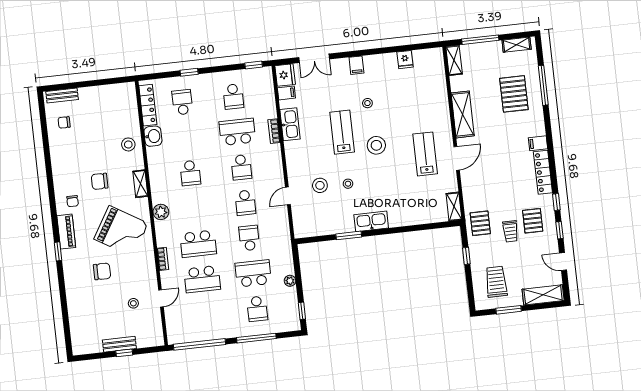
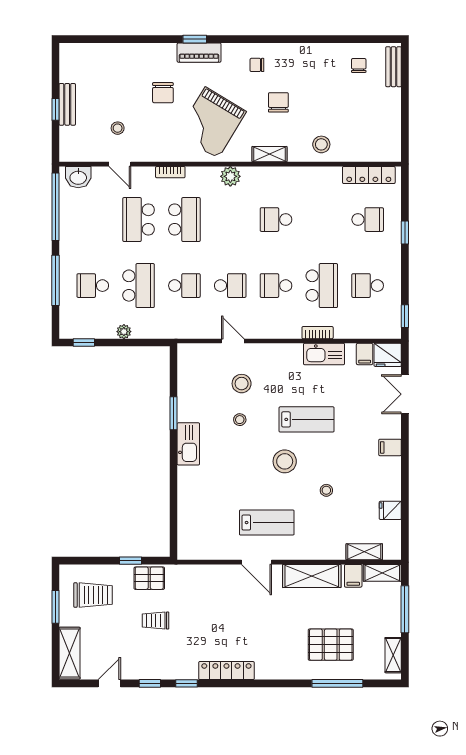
stool: (367, 103) -> (326, 490), moved
washbasin: (153, 136) -> (78, 177), moved
filing cabinet: (538, 143) -> (353, 576), moved, turned 180
school desk: (245, 203) -> (230, 286), turned 180
shelving: (454, 207) -> (364, 552), moved
pallet: (533, 221) -> (166, 650), removed
pallet: (480, 223) -> (149, 578), moved
piano: (66, 232) -> (199, 53), moved
school desk: (198, 244) -> (184, 220), turned 180

